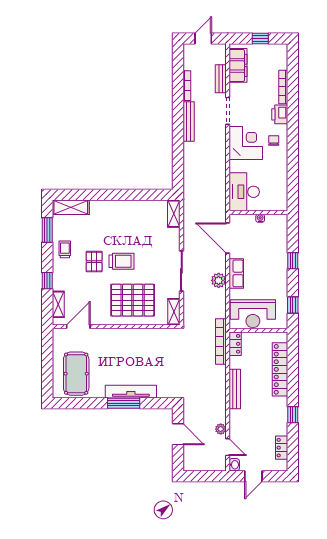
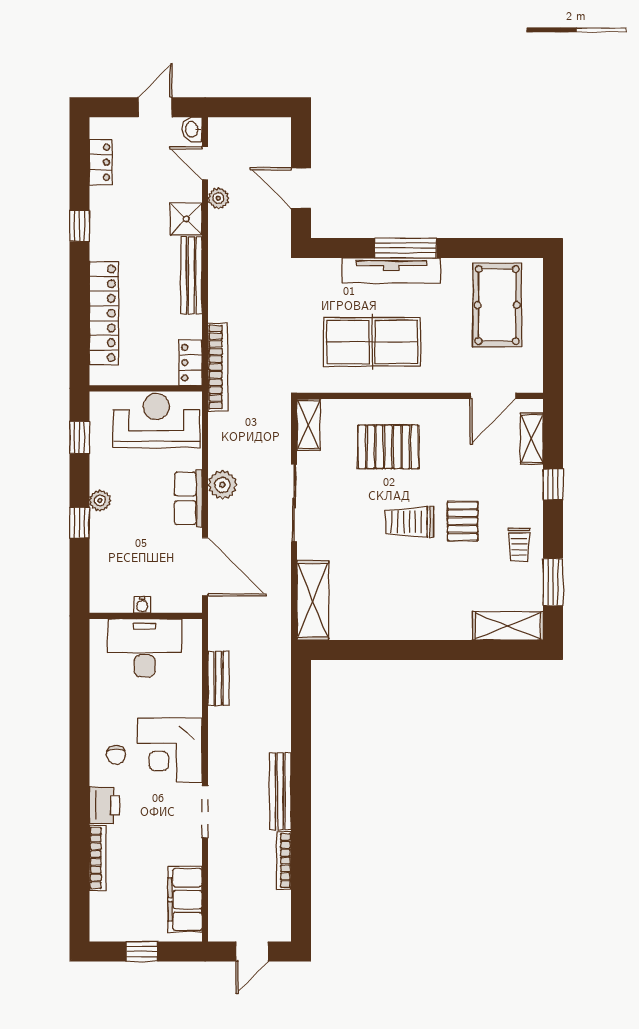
bench: (221, 79) -> (218, 678), moved
desk: (244, 192) -> (145, 648), moved, turned -90
shelving: (174, 214) -> (313, 600), width x1.50, depth x1.33
plant: (282, 272) -> (100, 501), added
pallet: (133, 300) -> (388, 447), width x0.73, depth x0.71
table tennis table: (141, 354) -> (372, 342), added
shower: (237, 418) -> (186, 219), added

